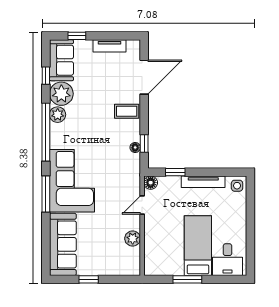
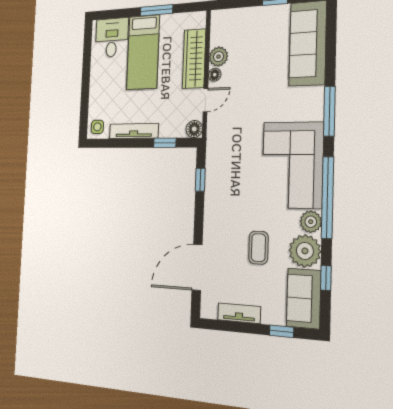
coffee table: (127, 111) -> (258, 248), moved, turned 90
floor lamp: (135, 147) -> (215, 75), moved
corner sofa: (72, 181) -> (293, 165), moved
wardrobe: (153, 238) -> (194, 59), added

